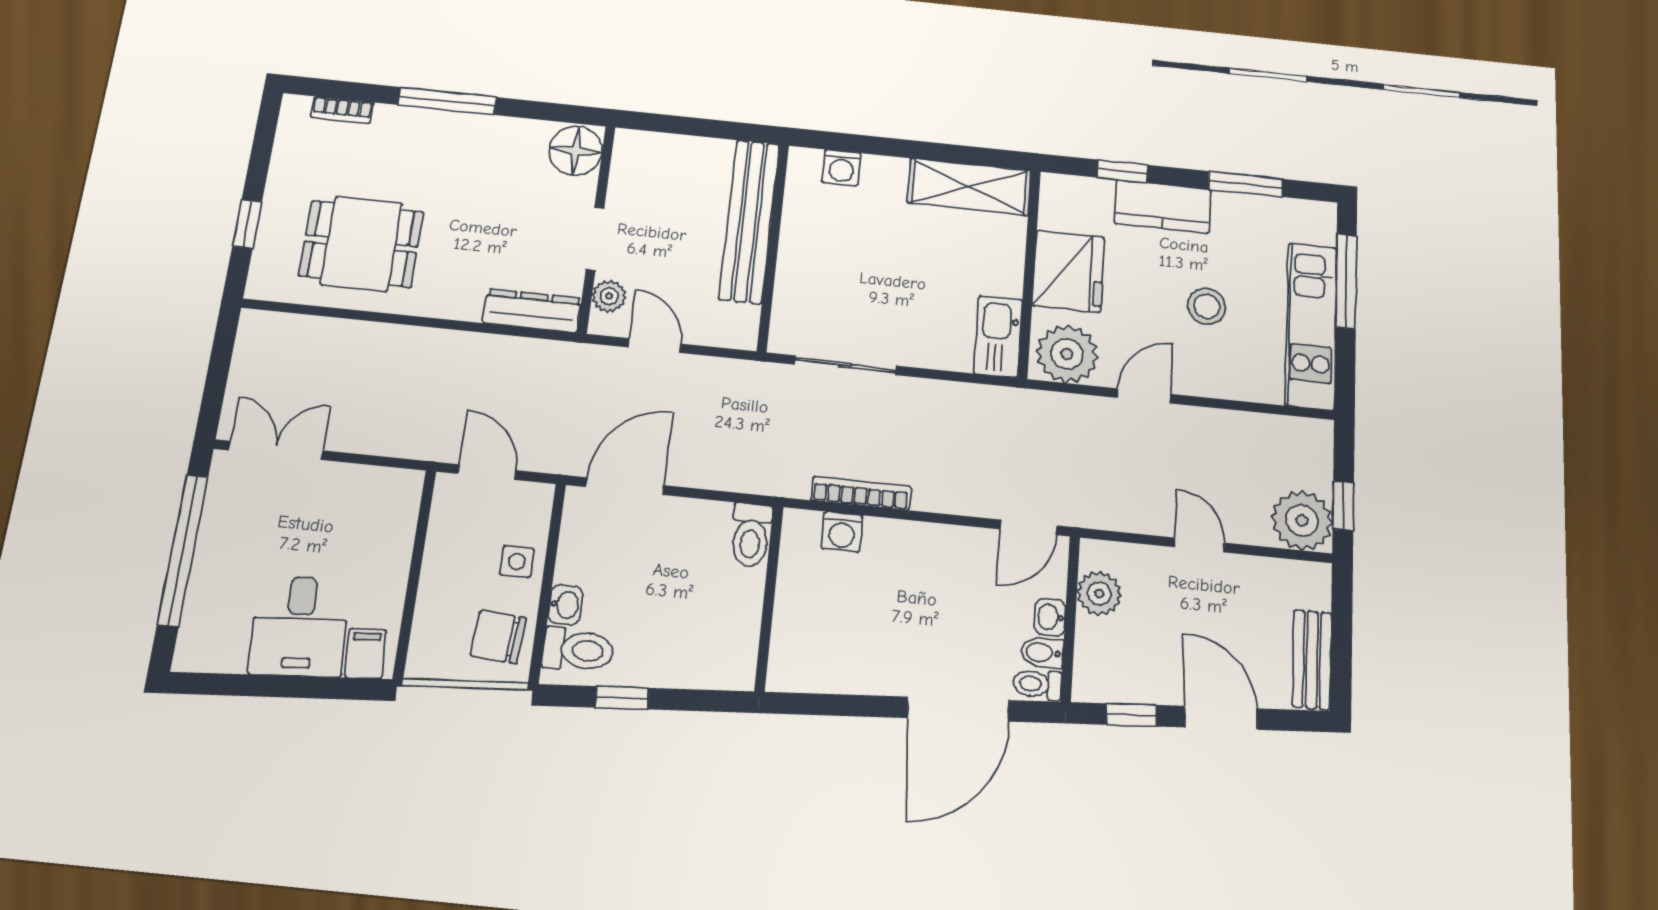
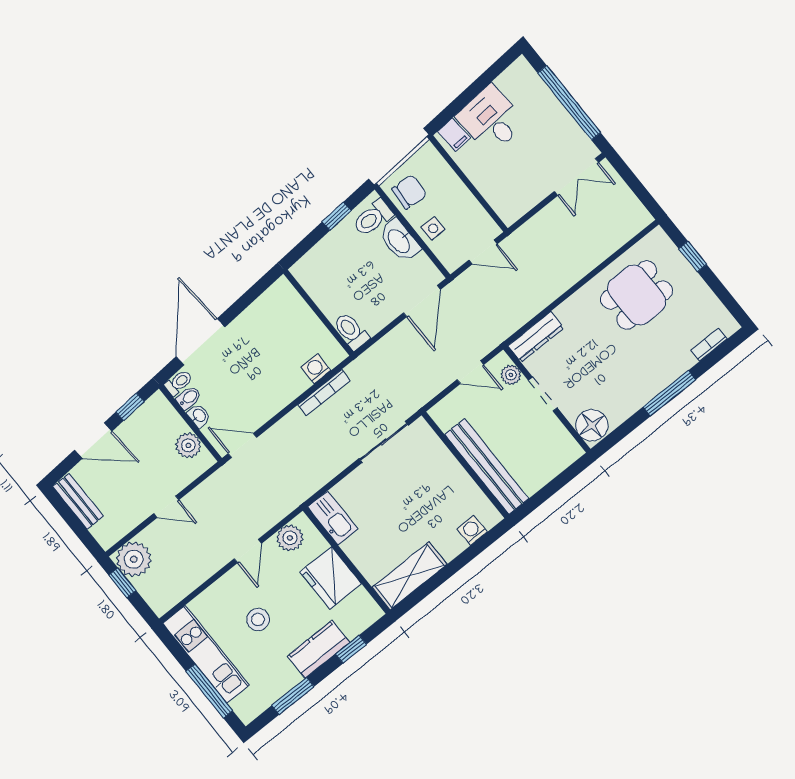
plant: (1067, 354) -> (290, 538), width x0.73, depth x0.73
door: (1029, 527) -> (242, 445), hinge flipped
washbasin: (565, 605) -> (399, 241), width x1.91, depth x1.45

